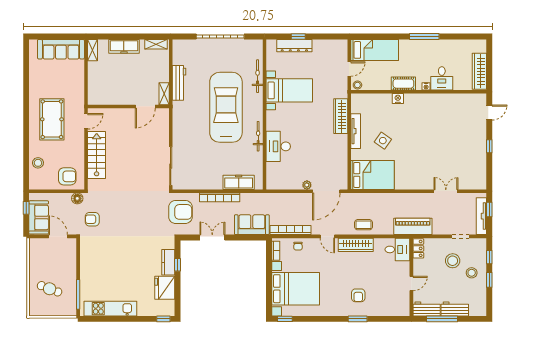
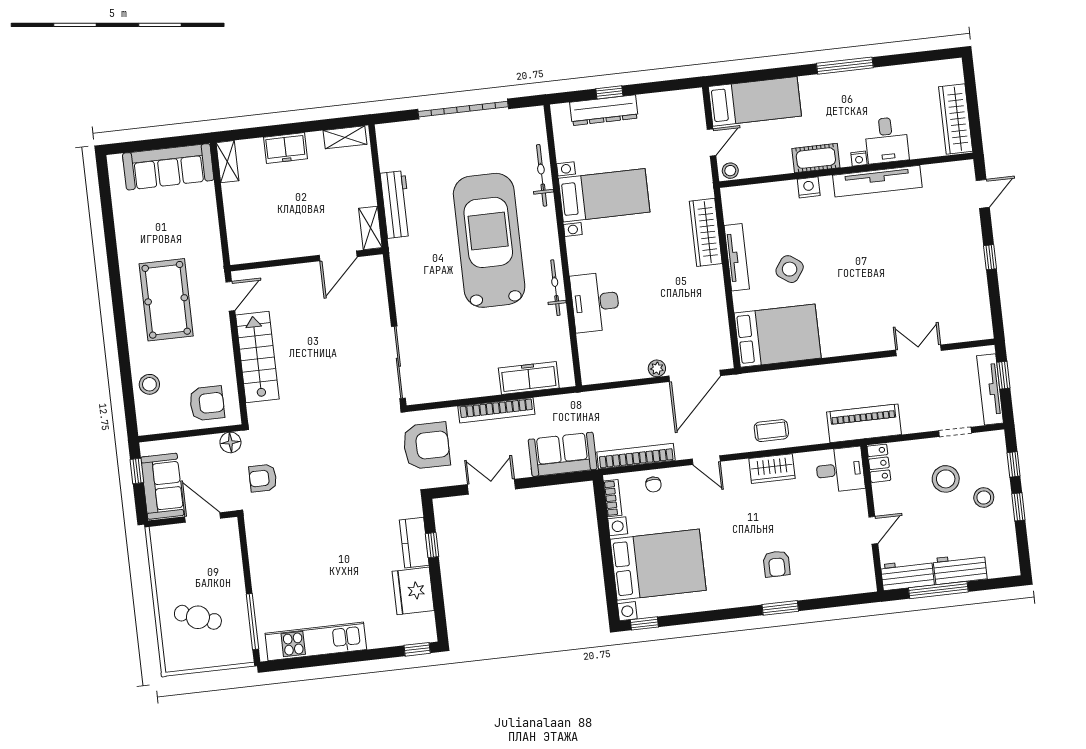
freezer: (124, 46) -> (285, 148), width x0.71
tv unit: (434, 99) -> (877, 181), added
wardrobe: (356, 245) -> (772, 469), width x0.67

